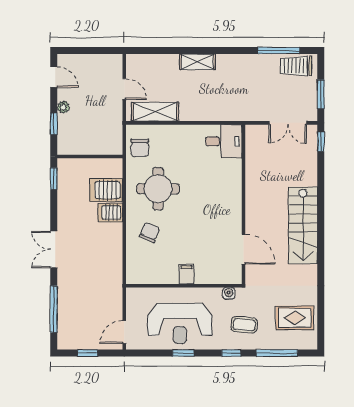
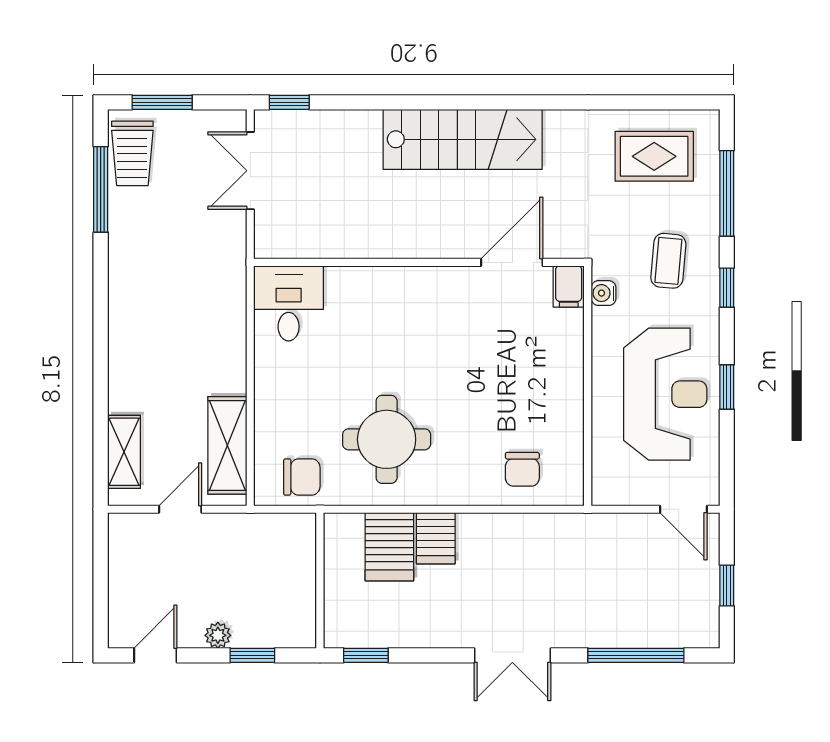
shelving: (197, 62) -> (124, 452), moved
window: (321, 94) -> (162, 102), moved
double door: (288, 123) -> (250, 171), swing flipped
chair: (150, 232) -> (522, 469), moved, turned -113
filing cabinet: (186, 274) -> (569, 286), moved, turned -90
rug: (295, 318) -> (654, 156), turned 90

